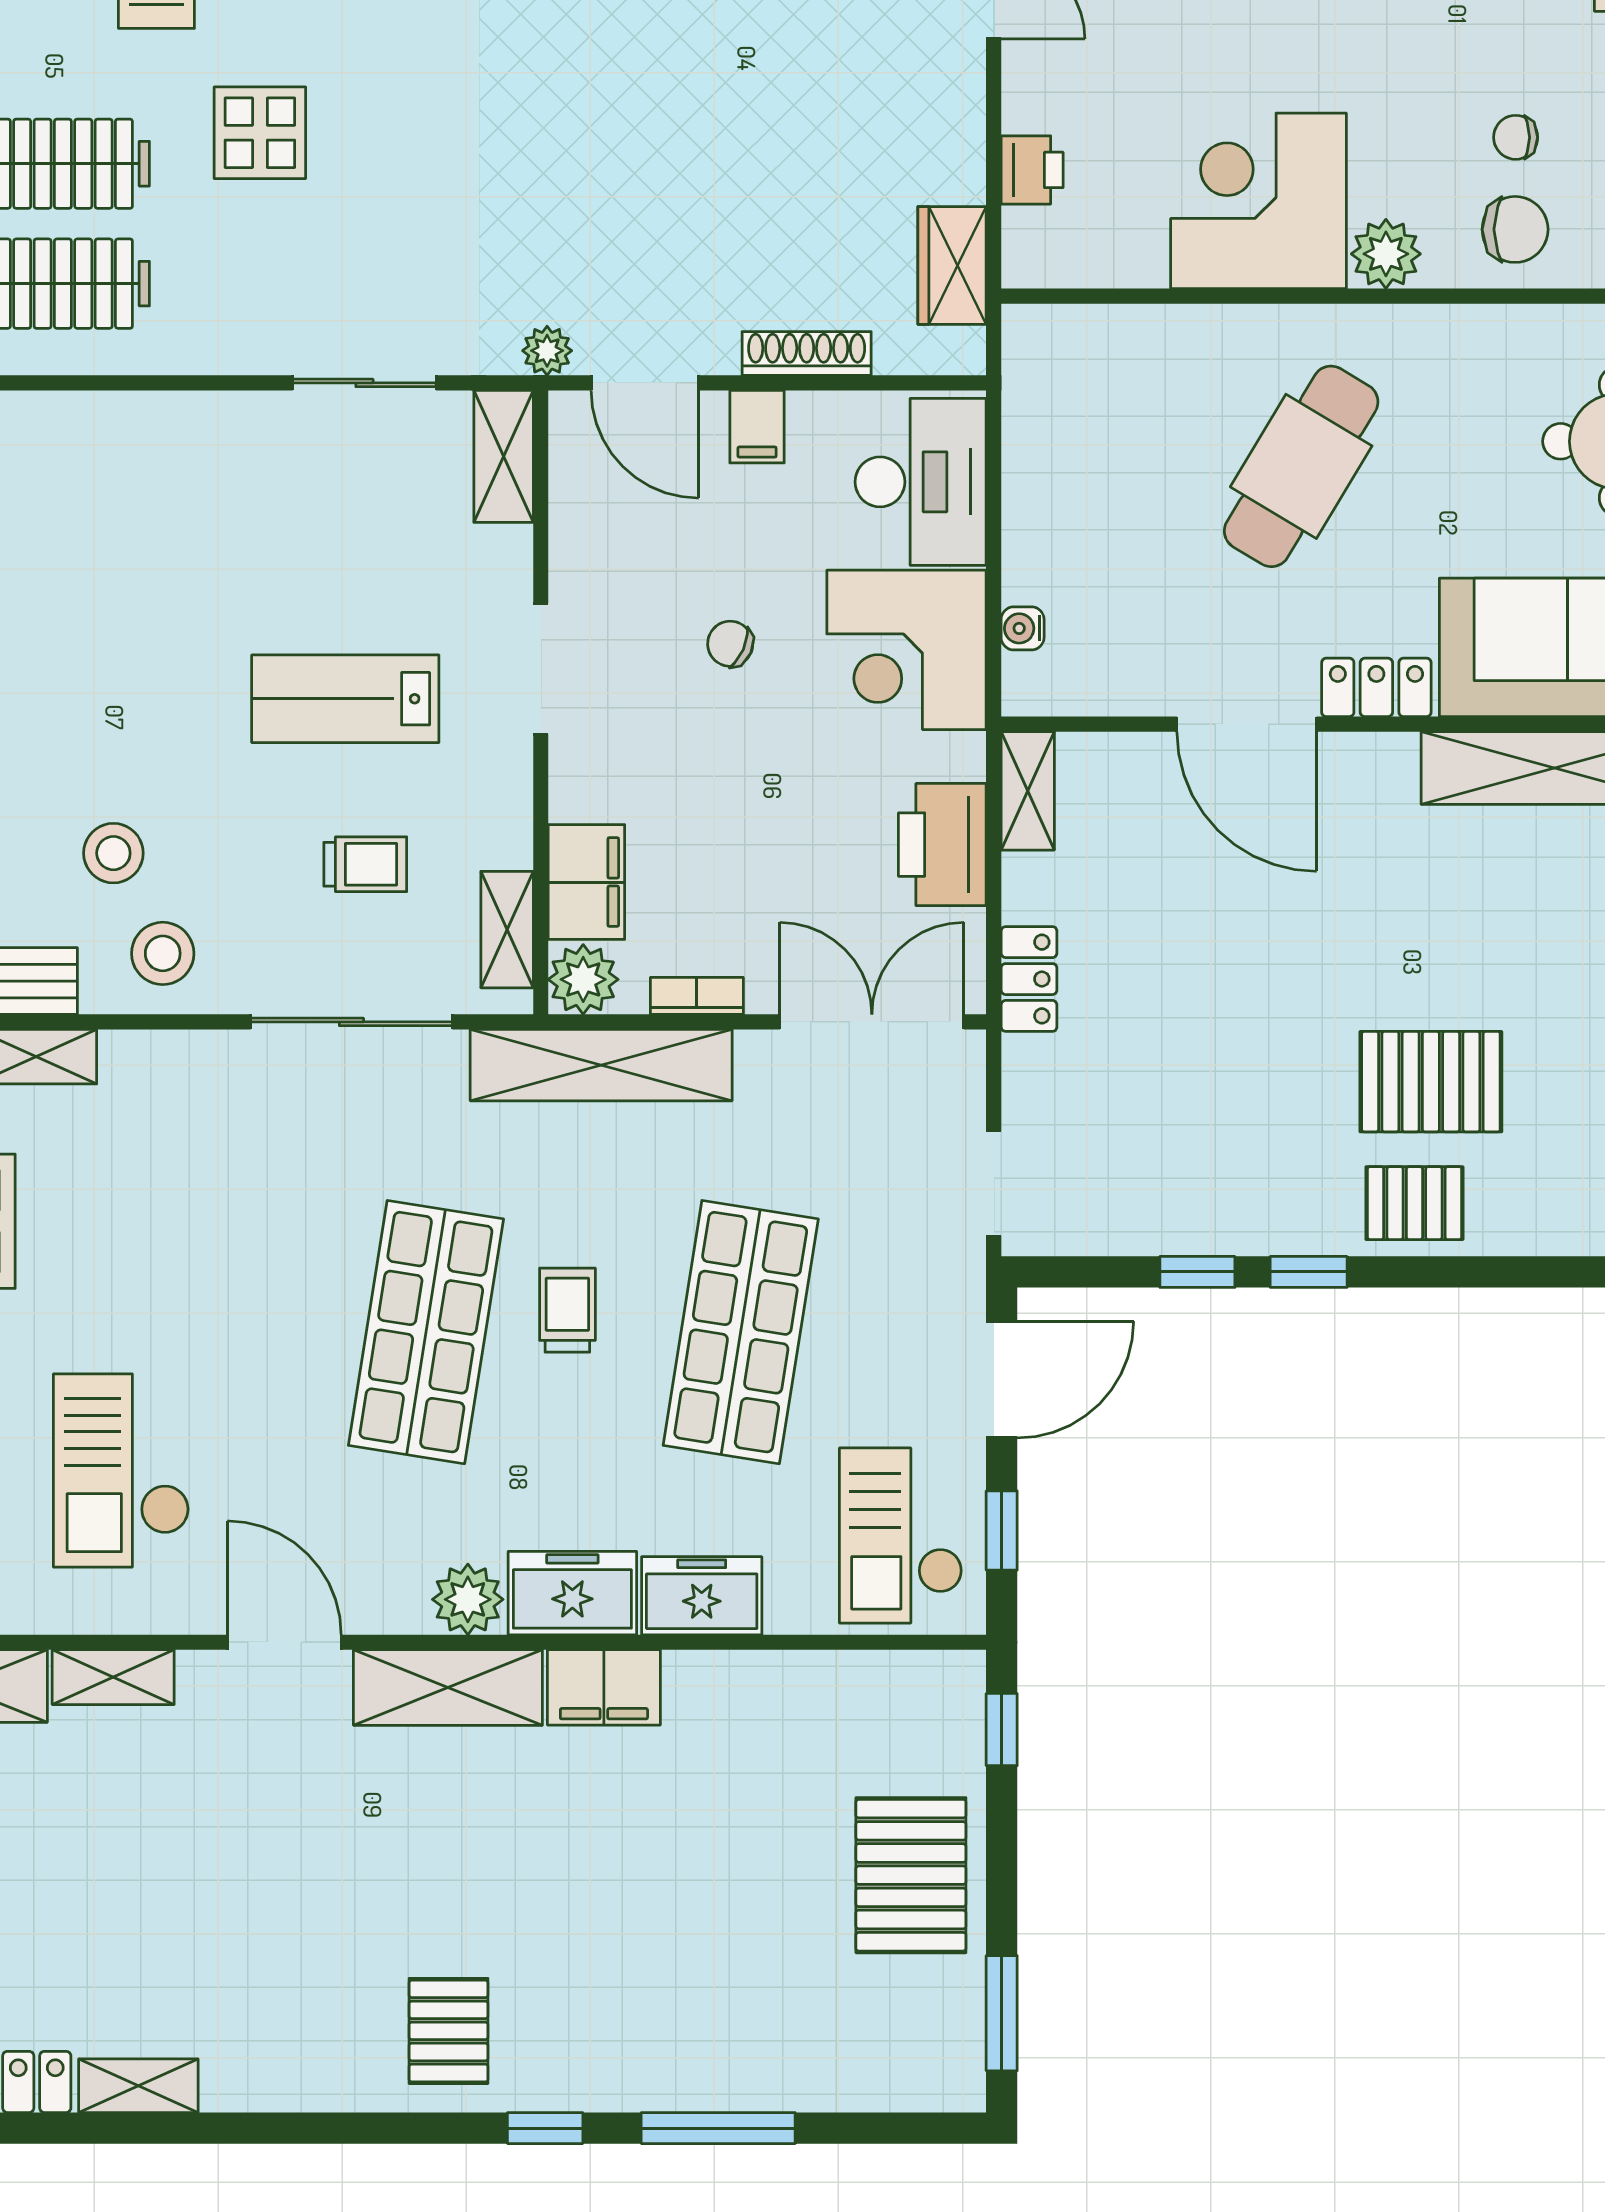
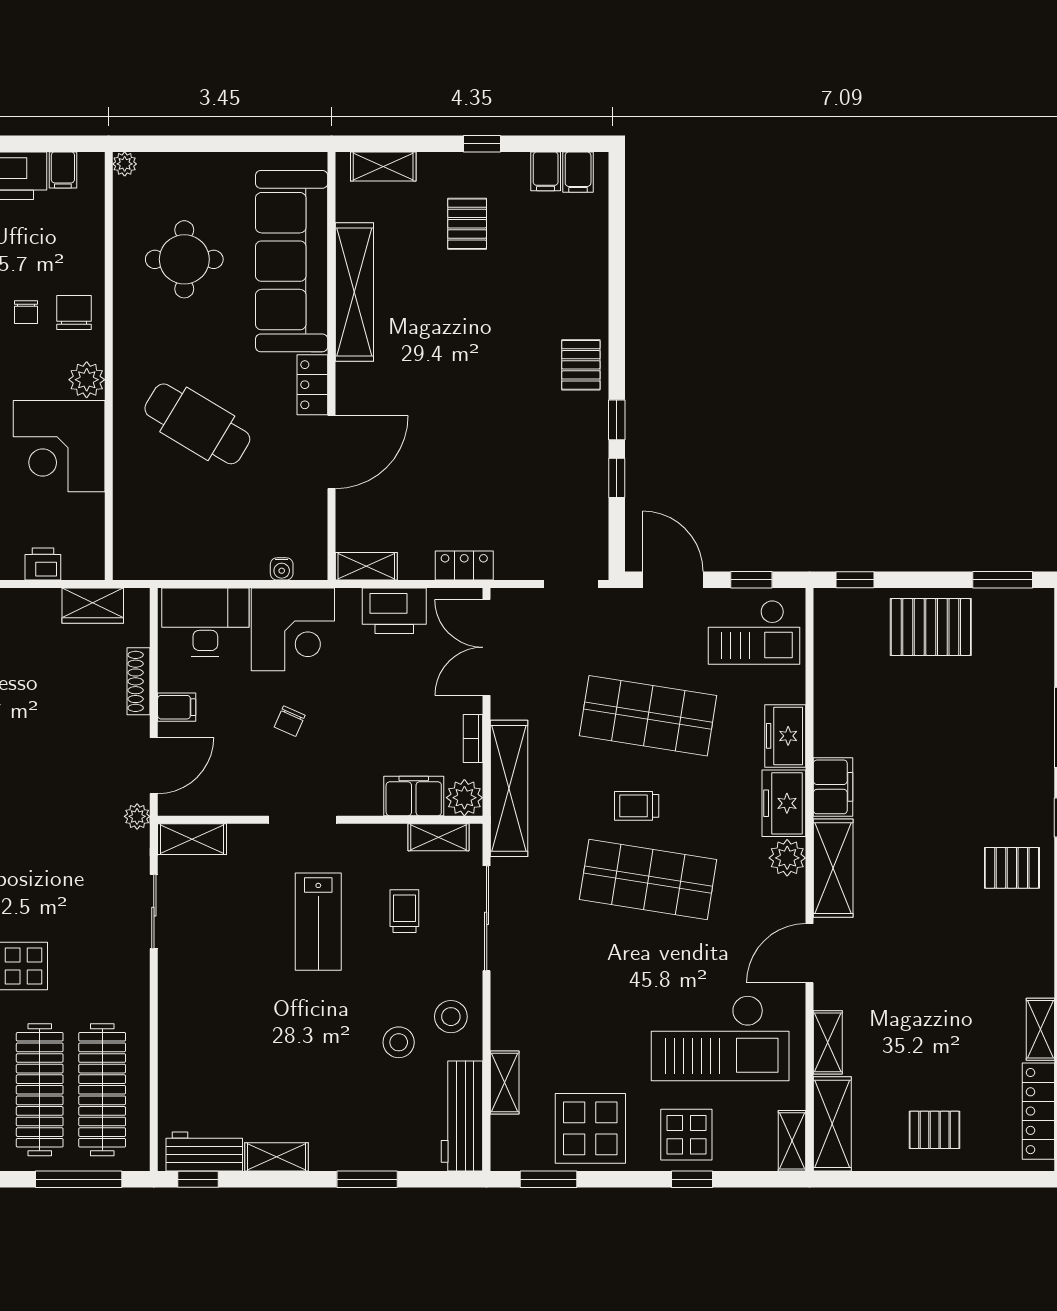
pallet: (1431, 1082) -> (518, 356), removed
checkout: (121, 1471) -> (720, 1038), width x1.36, depth x1.21

